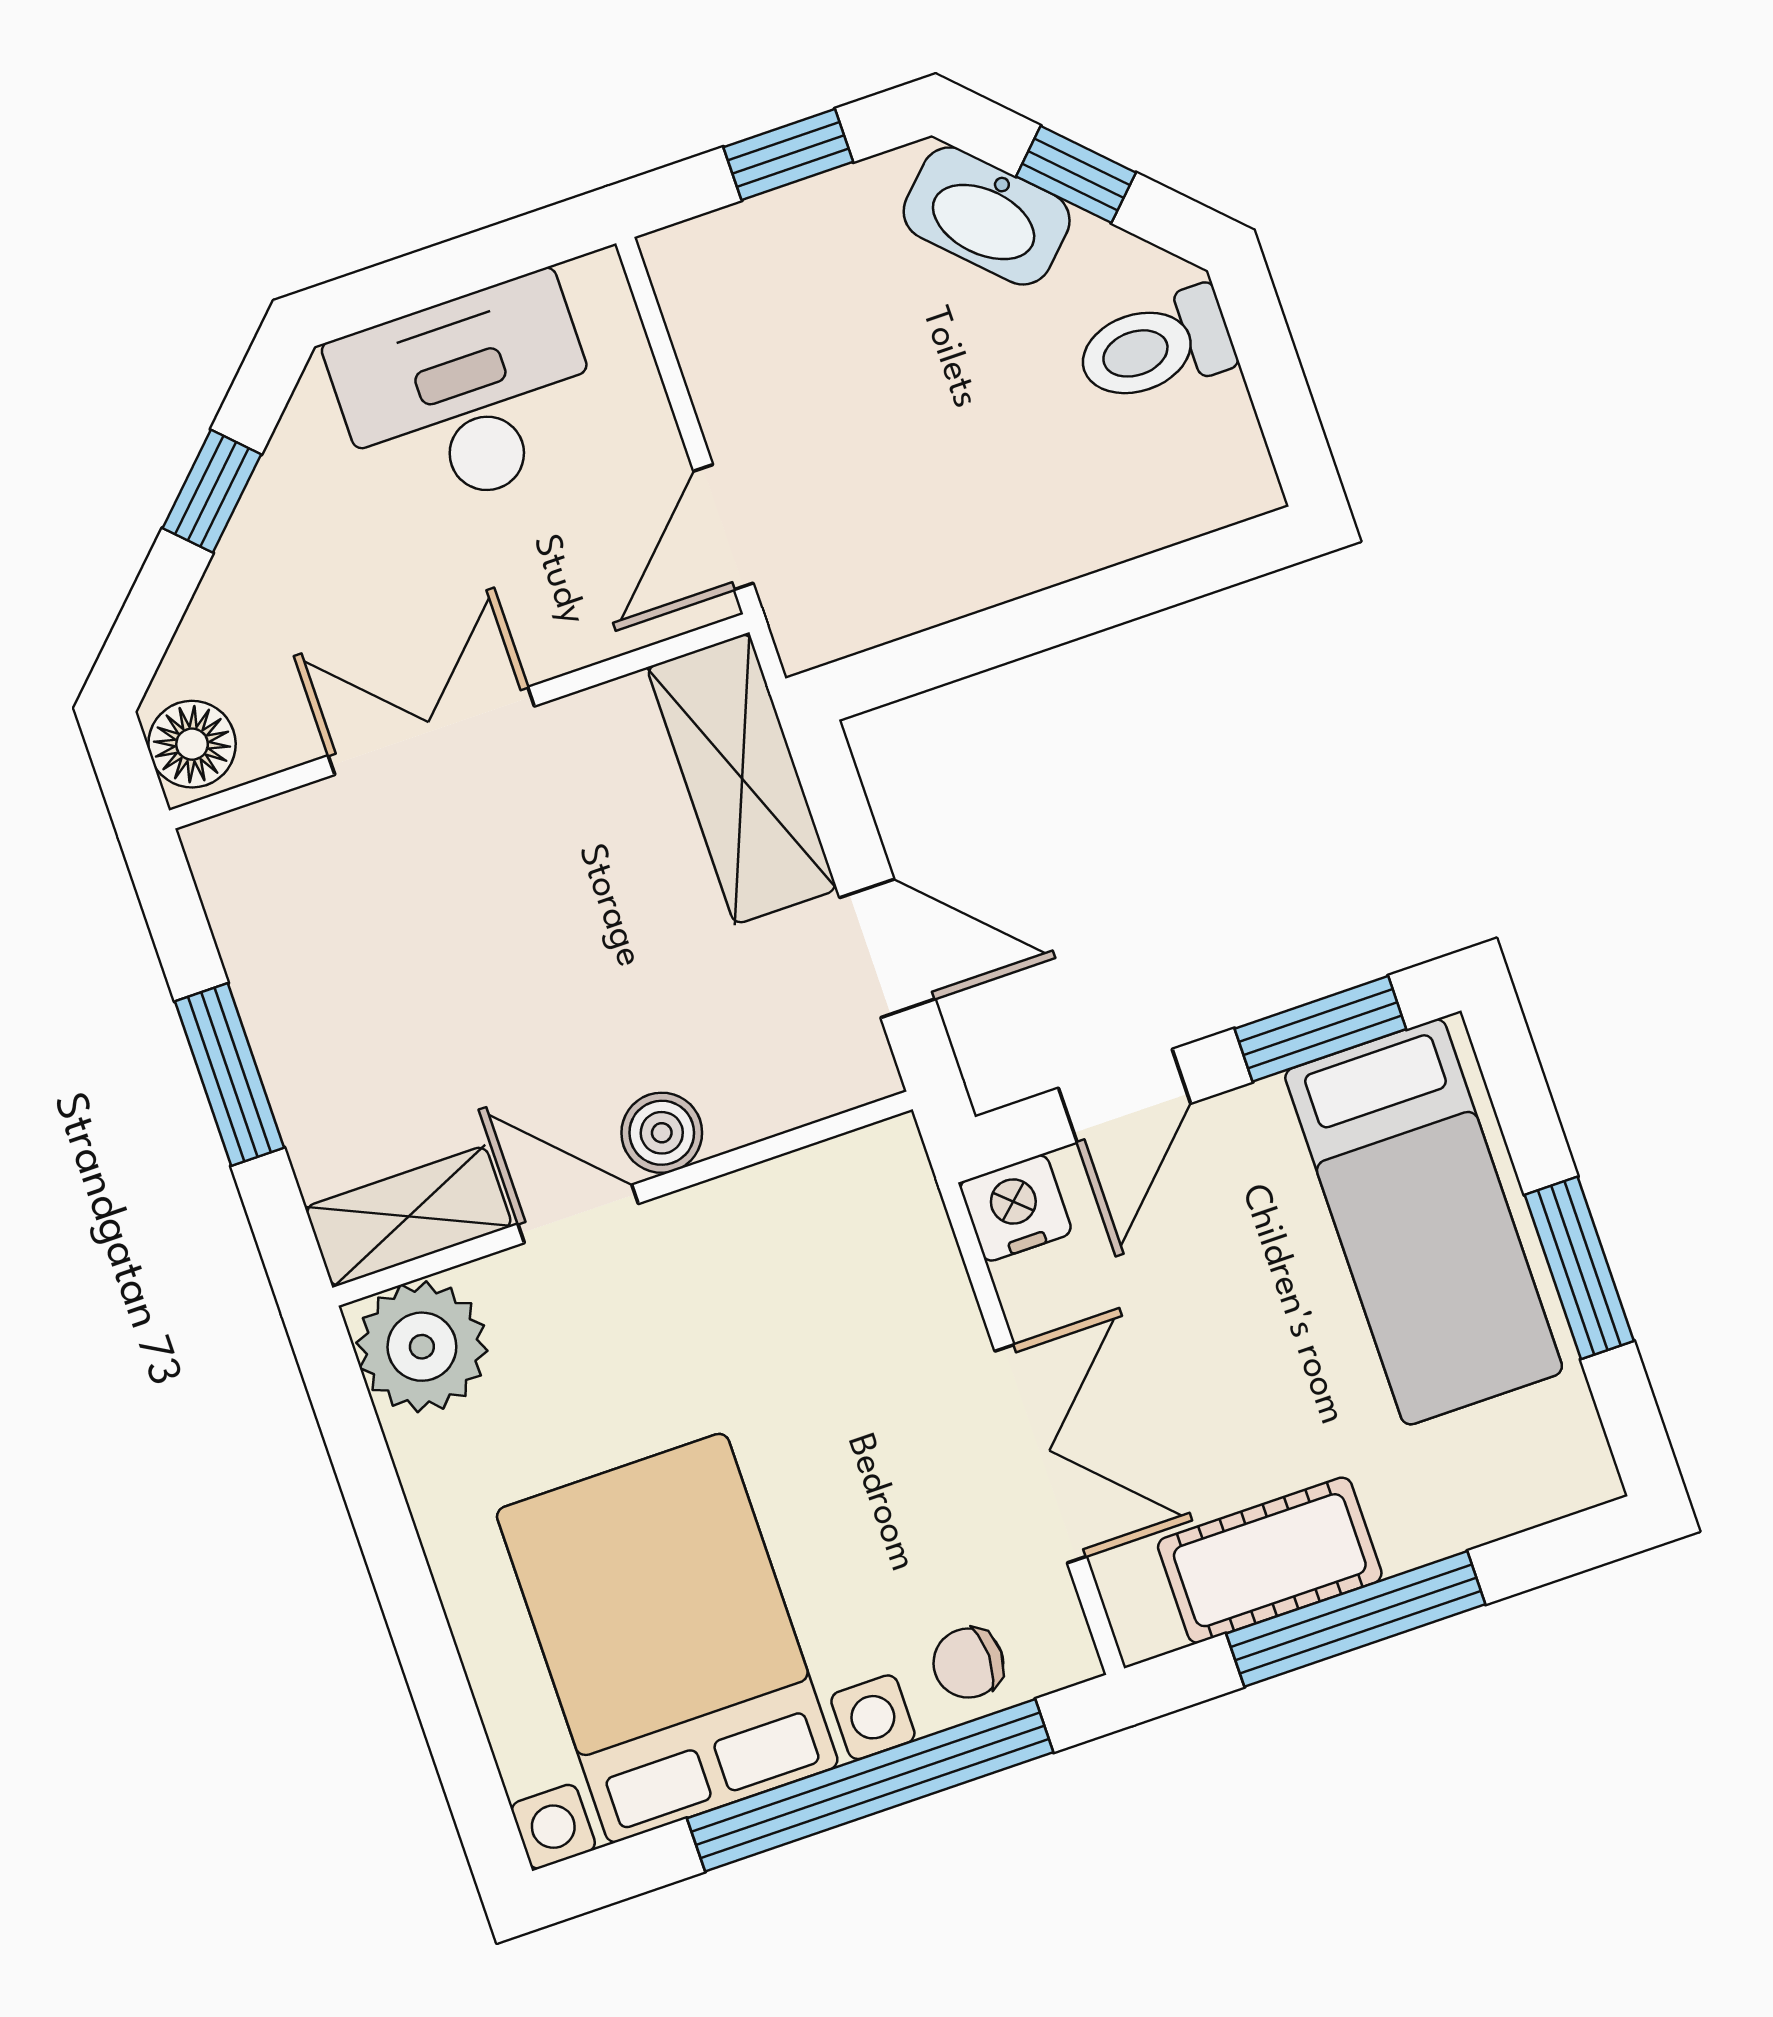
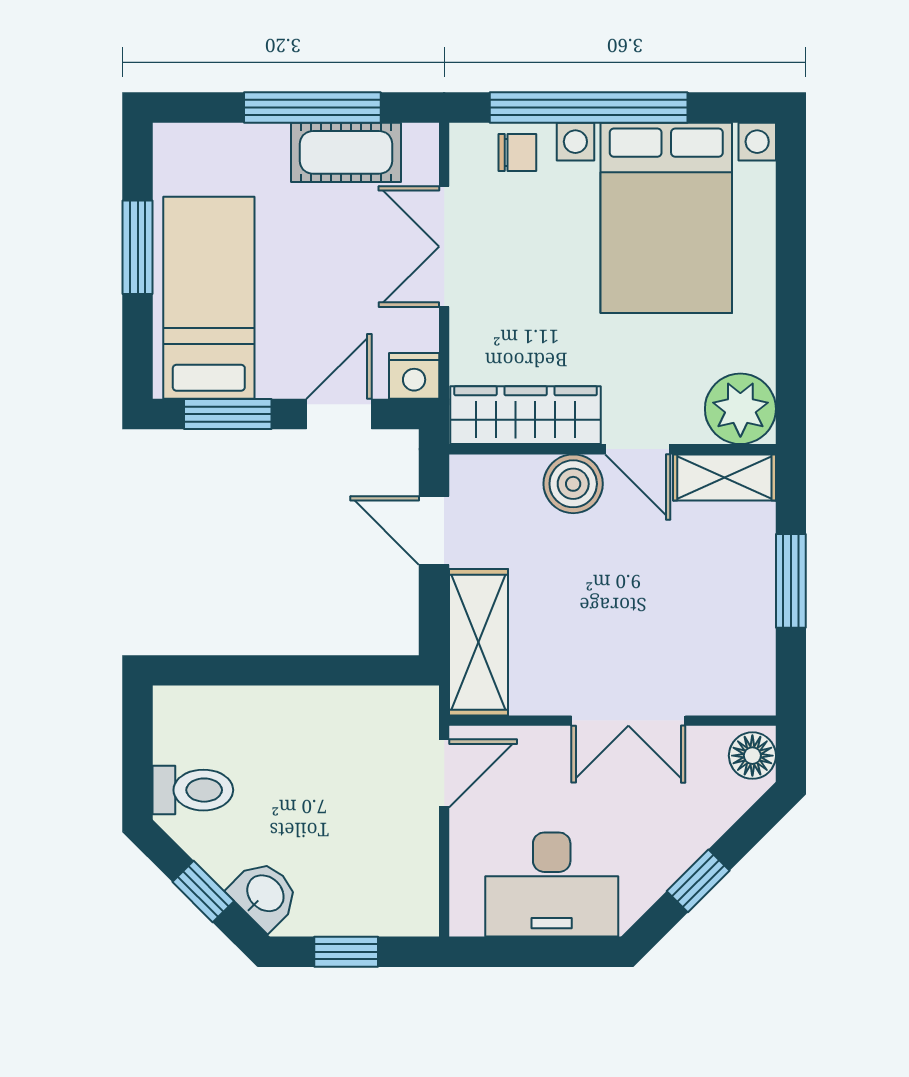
washbasin: (987, 216) -> (264, 894), width x0.72
boiler: (662, 1133) -> (573, 484), width x1.36, depth x1.36
wardrobe: (796, 1206) -> (526, 415), added

